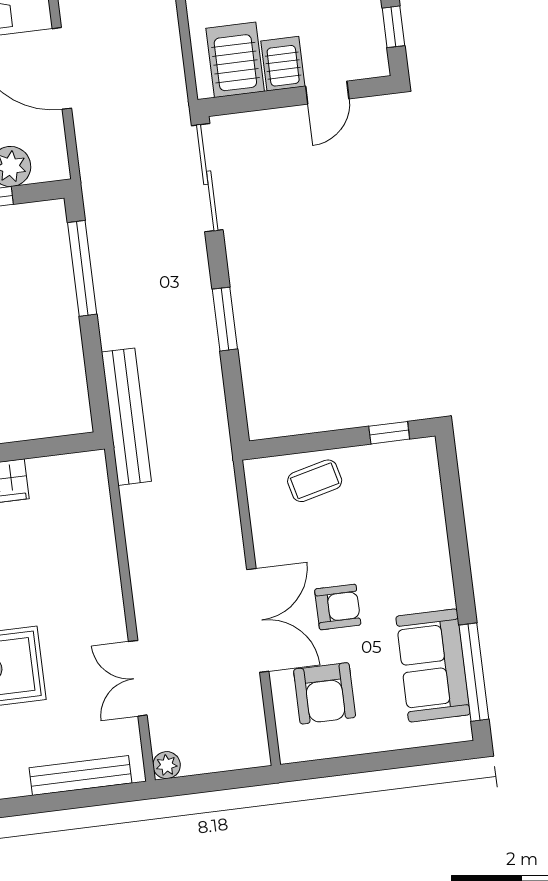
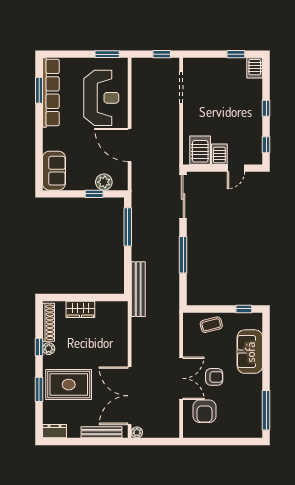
window: (225, 319) -> (183, 255), width x1.44
sofa: (433, 665) -> (250, 352), moved
double door: (138, 678) -> (130, 396), width x1.87

